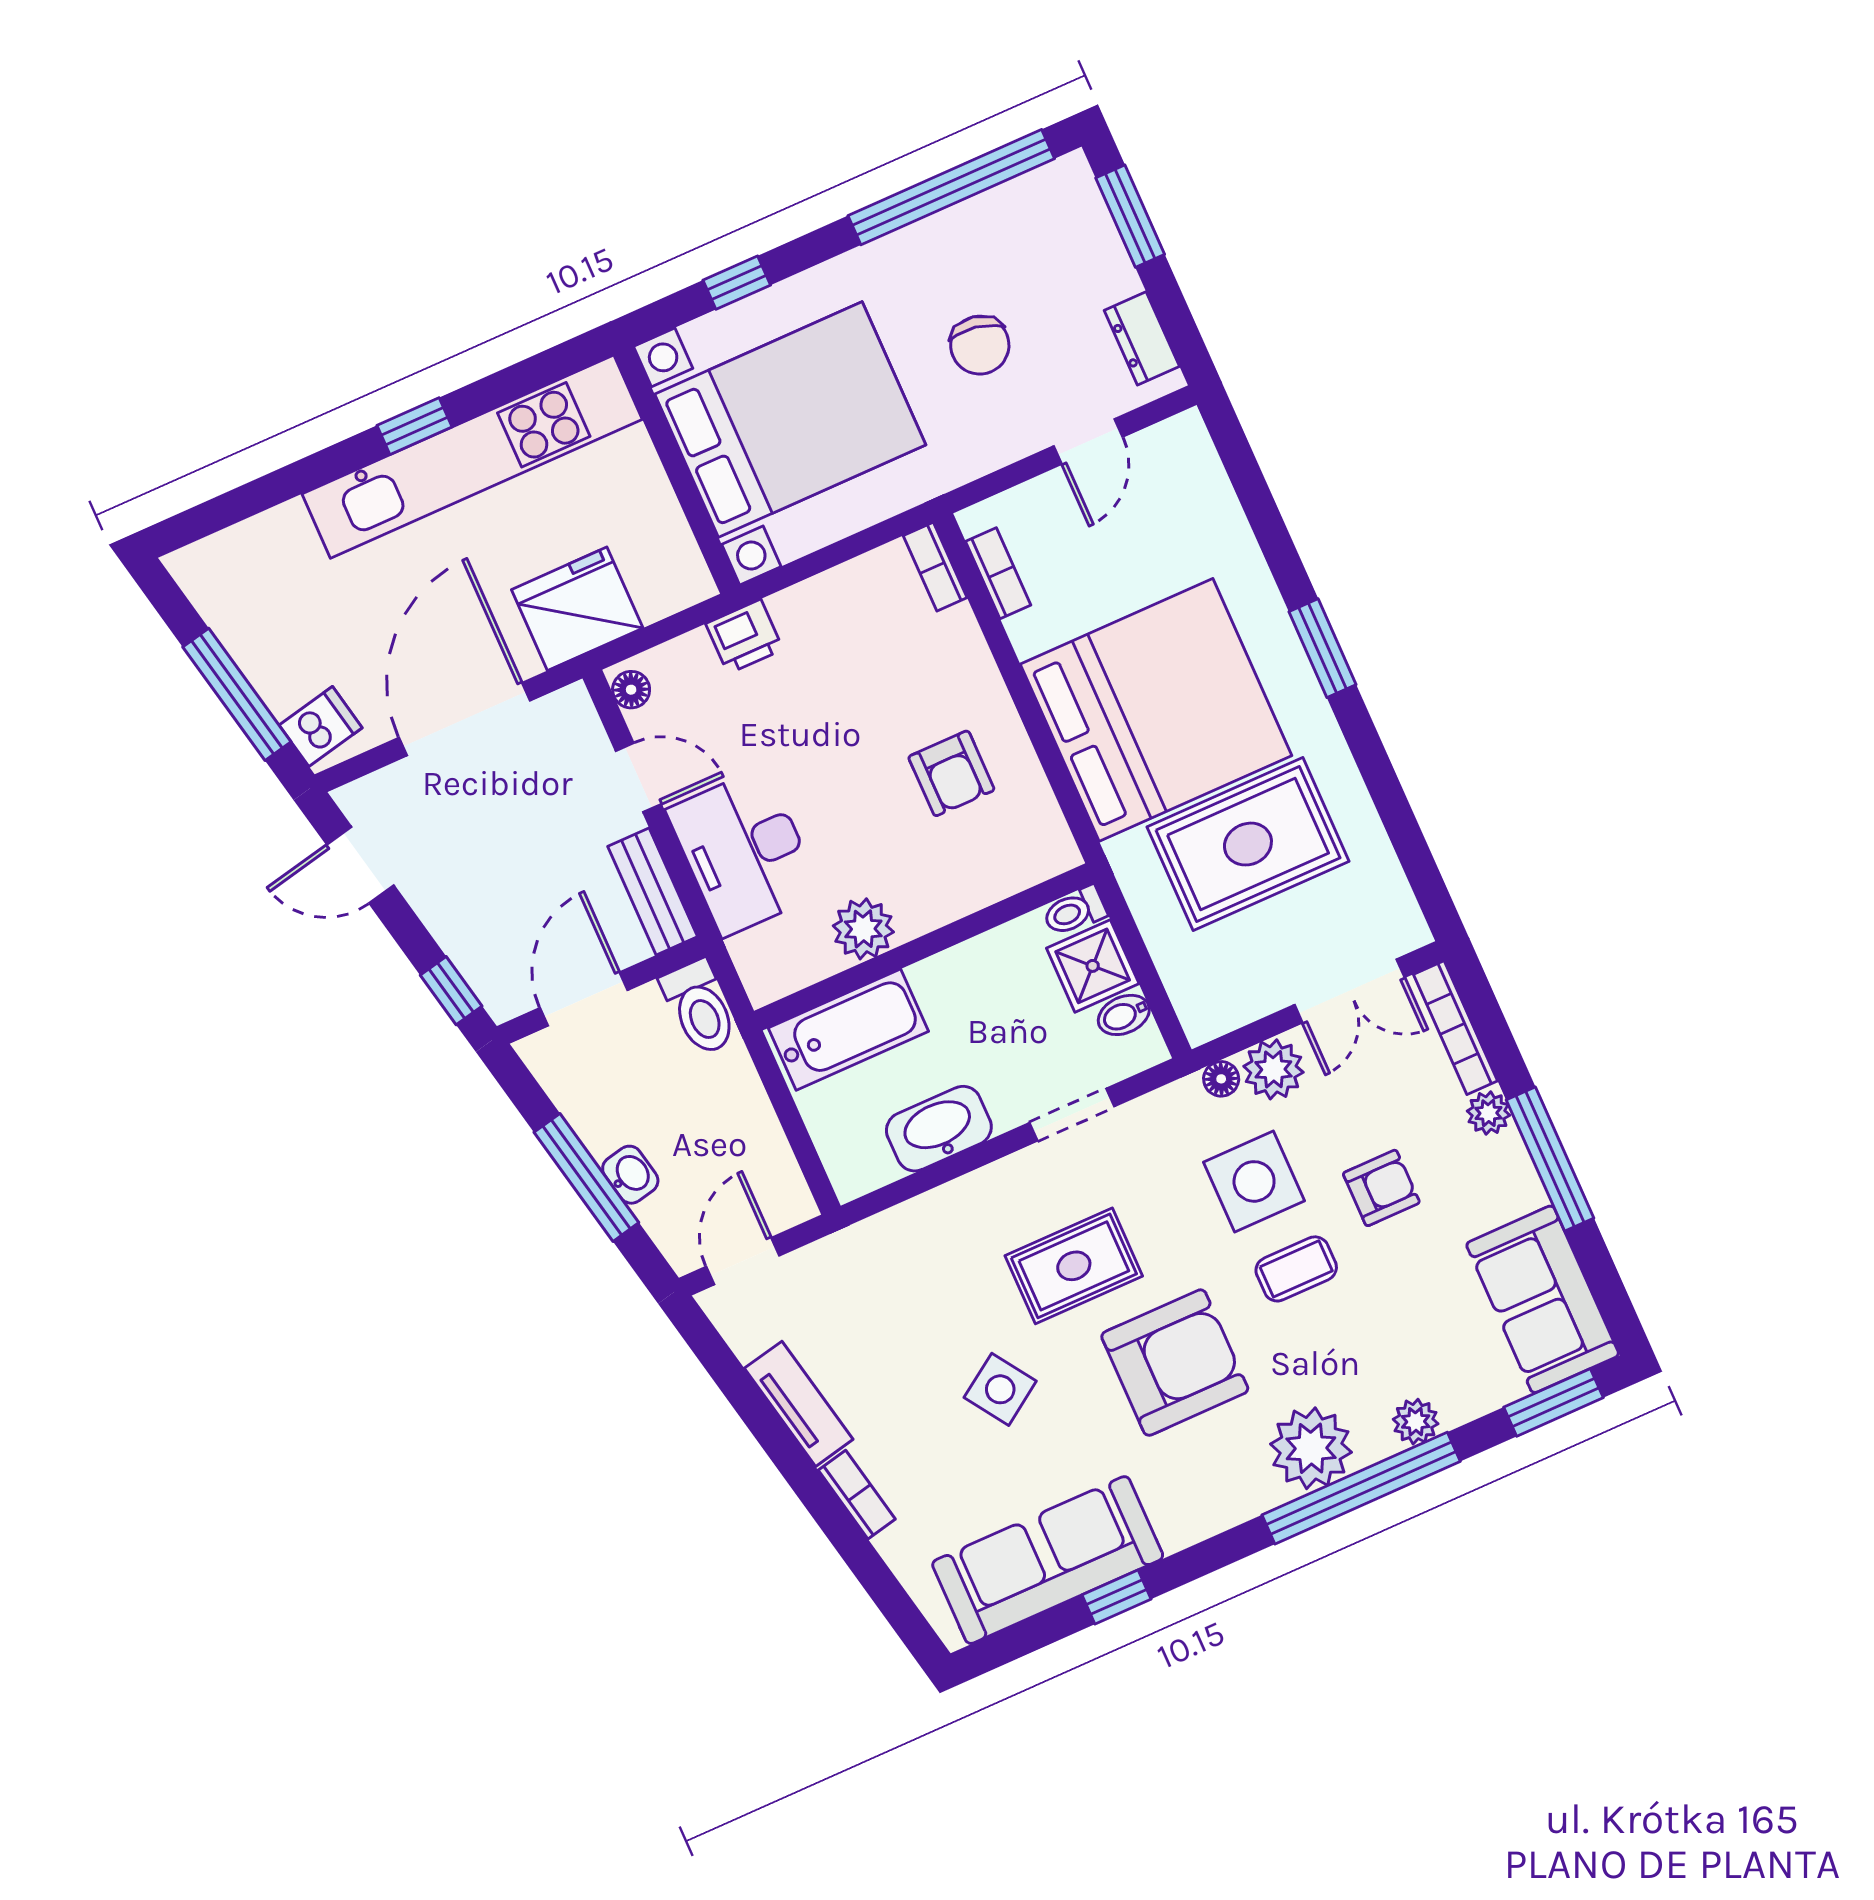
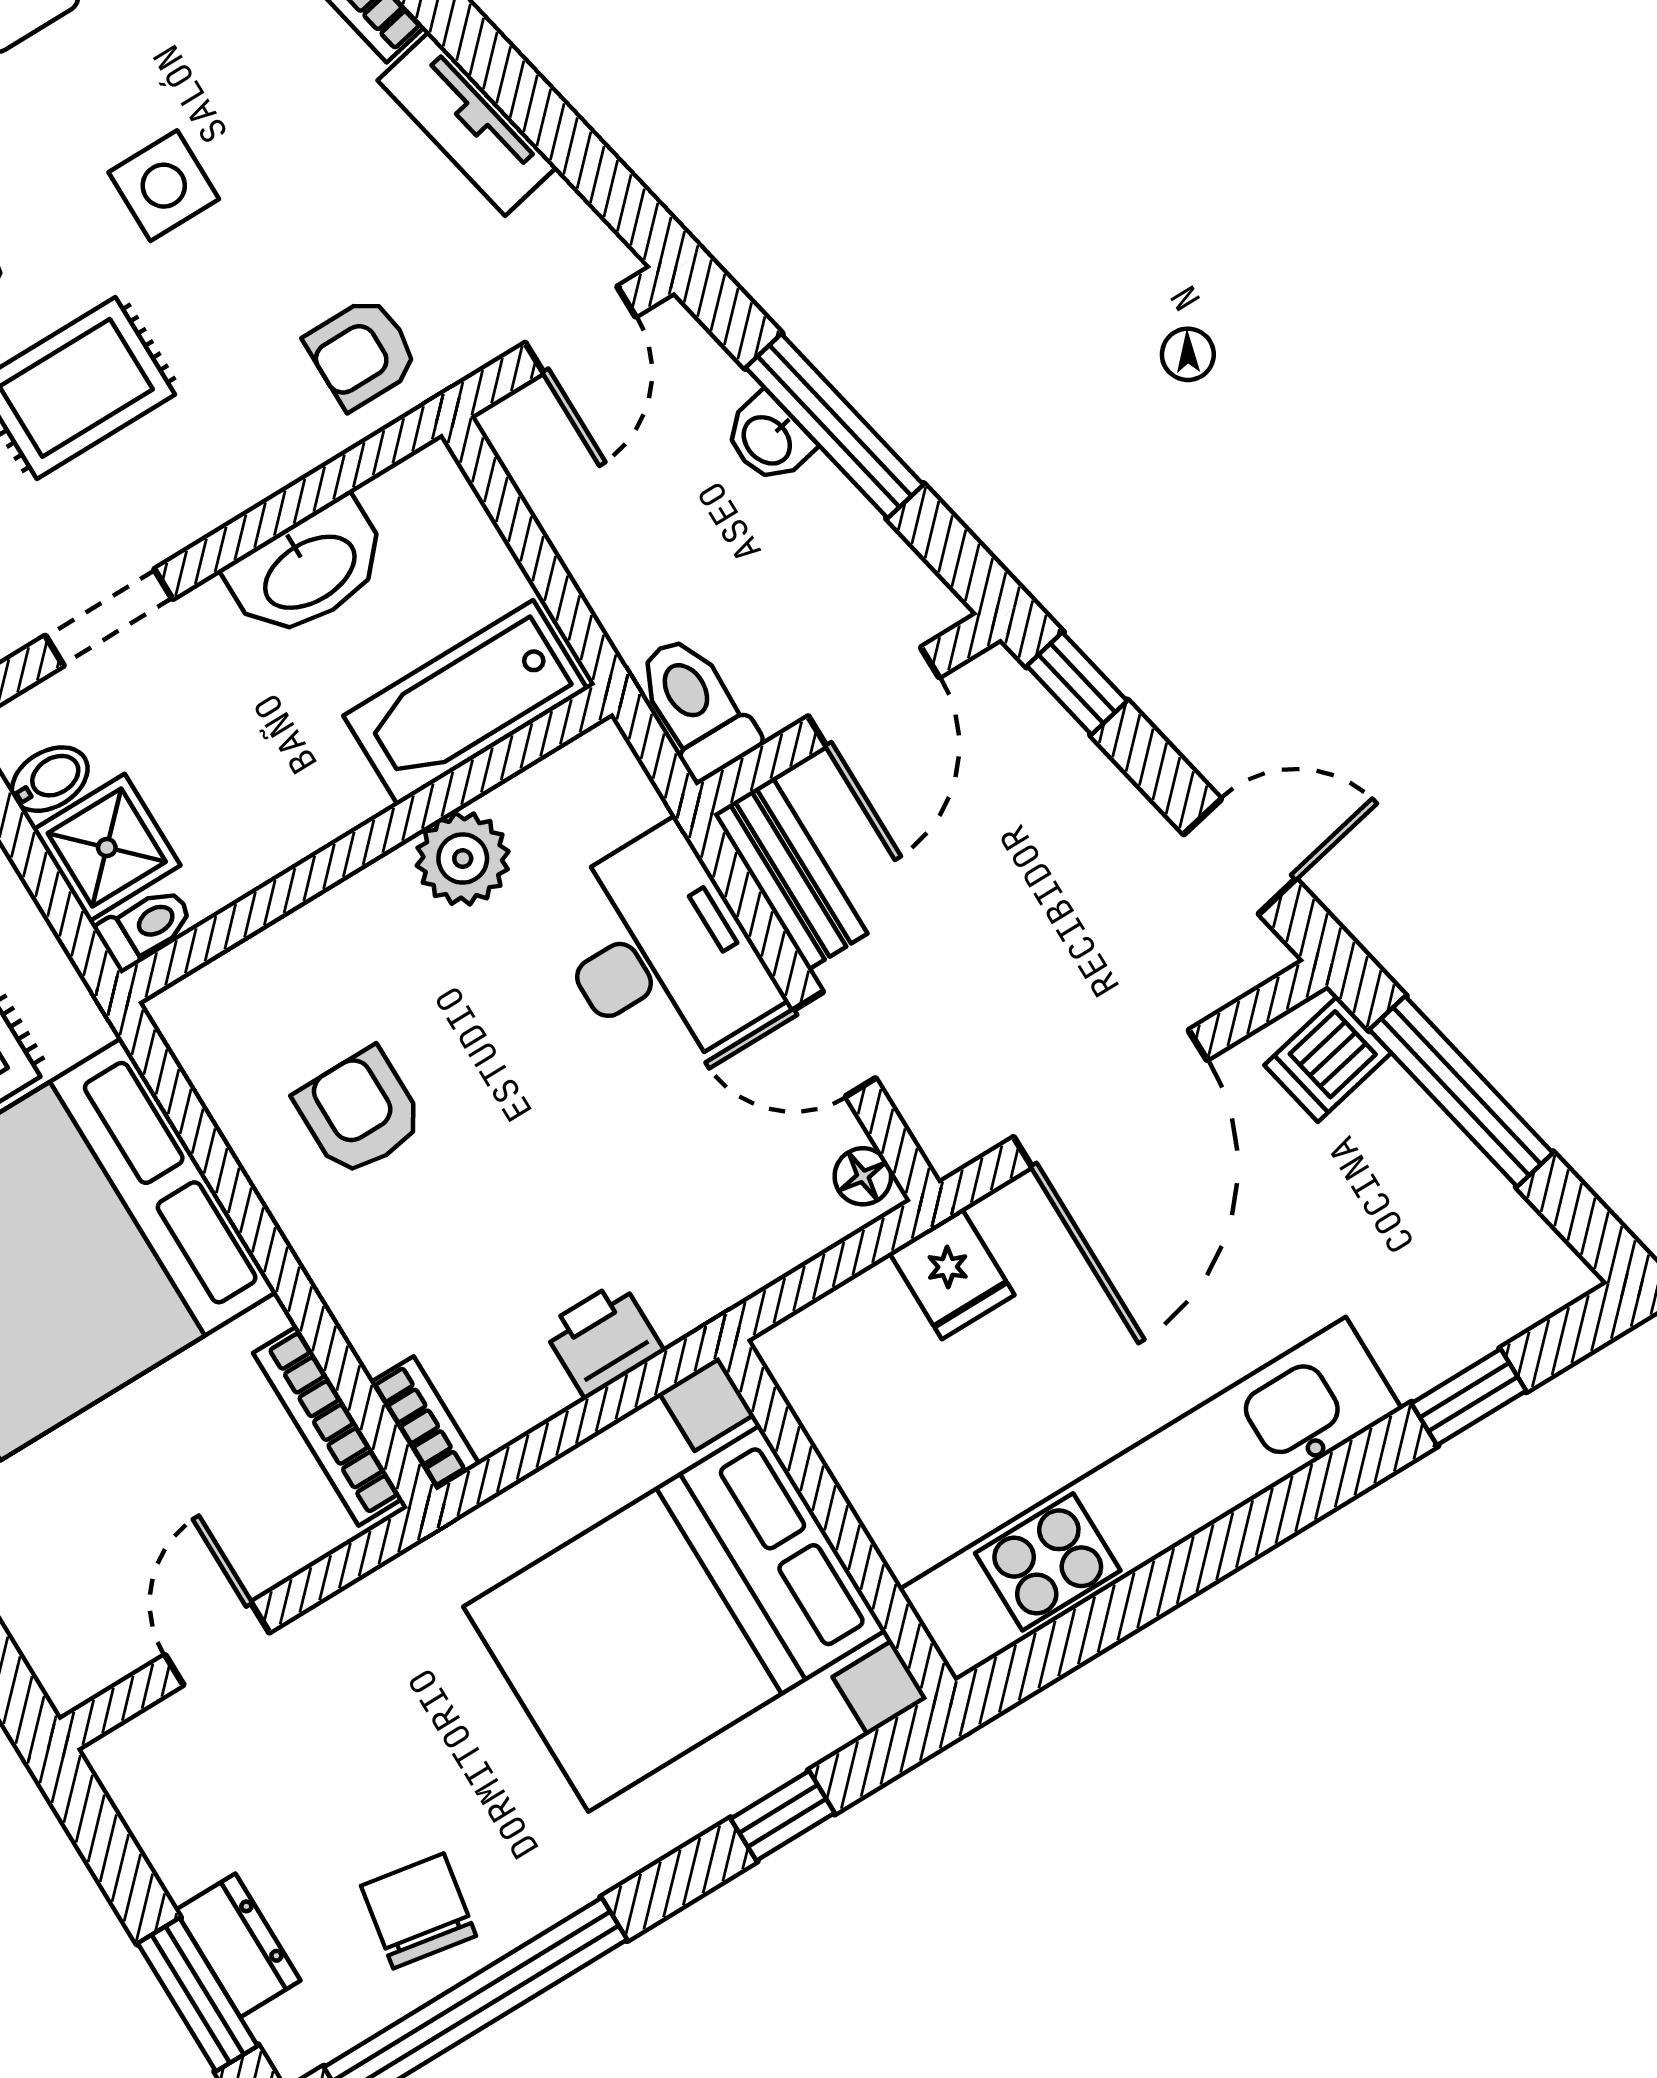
dresser: (1142, 338) -> (238, 1945), moved
chair: (980, 345) -> (419, 1911), moved
window: (415, 426) -> (1469, 1397), moved
bookcase: (998, 573) -> (328, 1426), width x1.56
fridge: (577, 609) -> (952, 1274), width x0.53, depth x0.75
printer: (744, 636) -> (603, 1339), moved
armchair: (886, 1264) -> (362, 353), added
side table: (1000, 1389) -> (164, 186), turned 34

